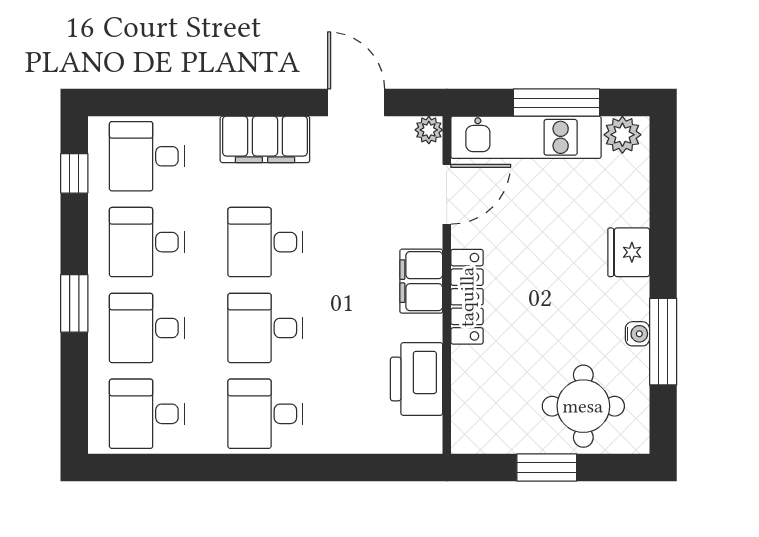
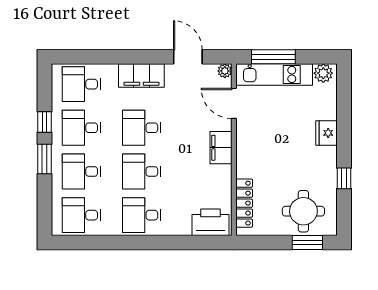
window: (557, 103) -> (273, 57), moved
window: (74, 173) -> (44, 122), moved
door: (447, 194) -> (234, 103), swing flipped
locker: (467, 297) -> (244, 203), moved
water cooler: (637, 334) -> (331, 174), removed
window: (663, 342) -> (344, 178), width x0.46
printer: (417, 379) -> (211, 222), moved, turned 90
window: (547, 468) -> (307, 242), moved

